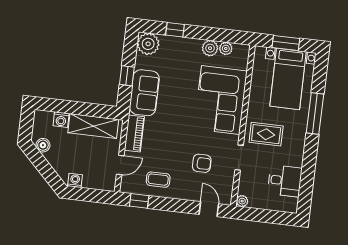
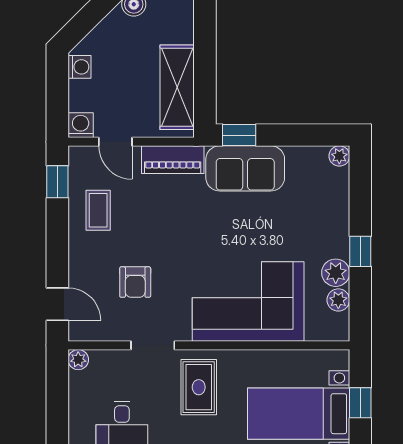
window: (175, 30) -> (360, 251), moved
window: (286, 43) -> (360, 403), width x0.67
plant: (148, 44) -> (339, 156), width x0.53, depth x0.53
window: (127, 76) -> (239, 135), moved
washing machine: (61, 120) -> (81, 125), moved, turned 90
door: (209, 209) -> (57, 304), hinge flipped

